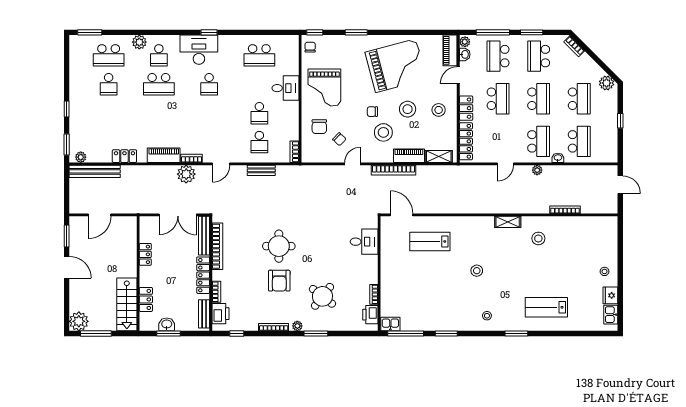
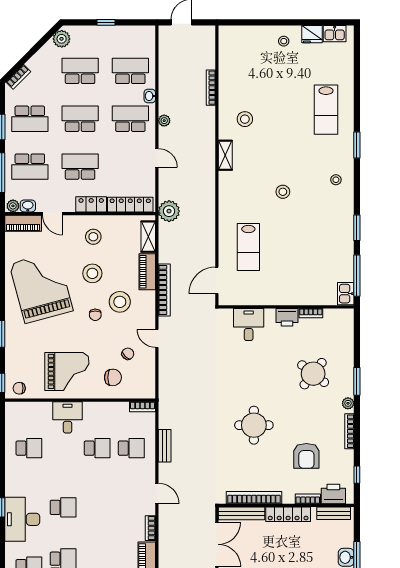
school desk: (259, 55) -> (29, 448), width x0.54
plant: (186, 174) -> (169, 211), moved
armchair: (279, 281) -> (306, 456), moved, turned 90
printer: (370, 315) -> (287, 317), moved

